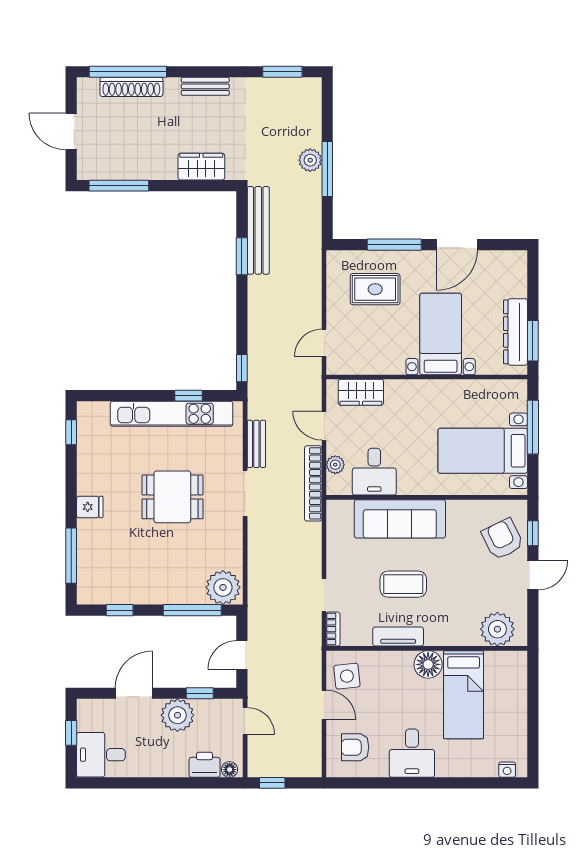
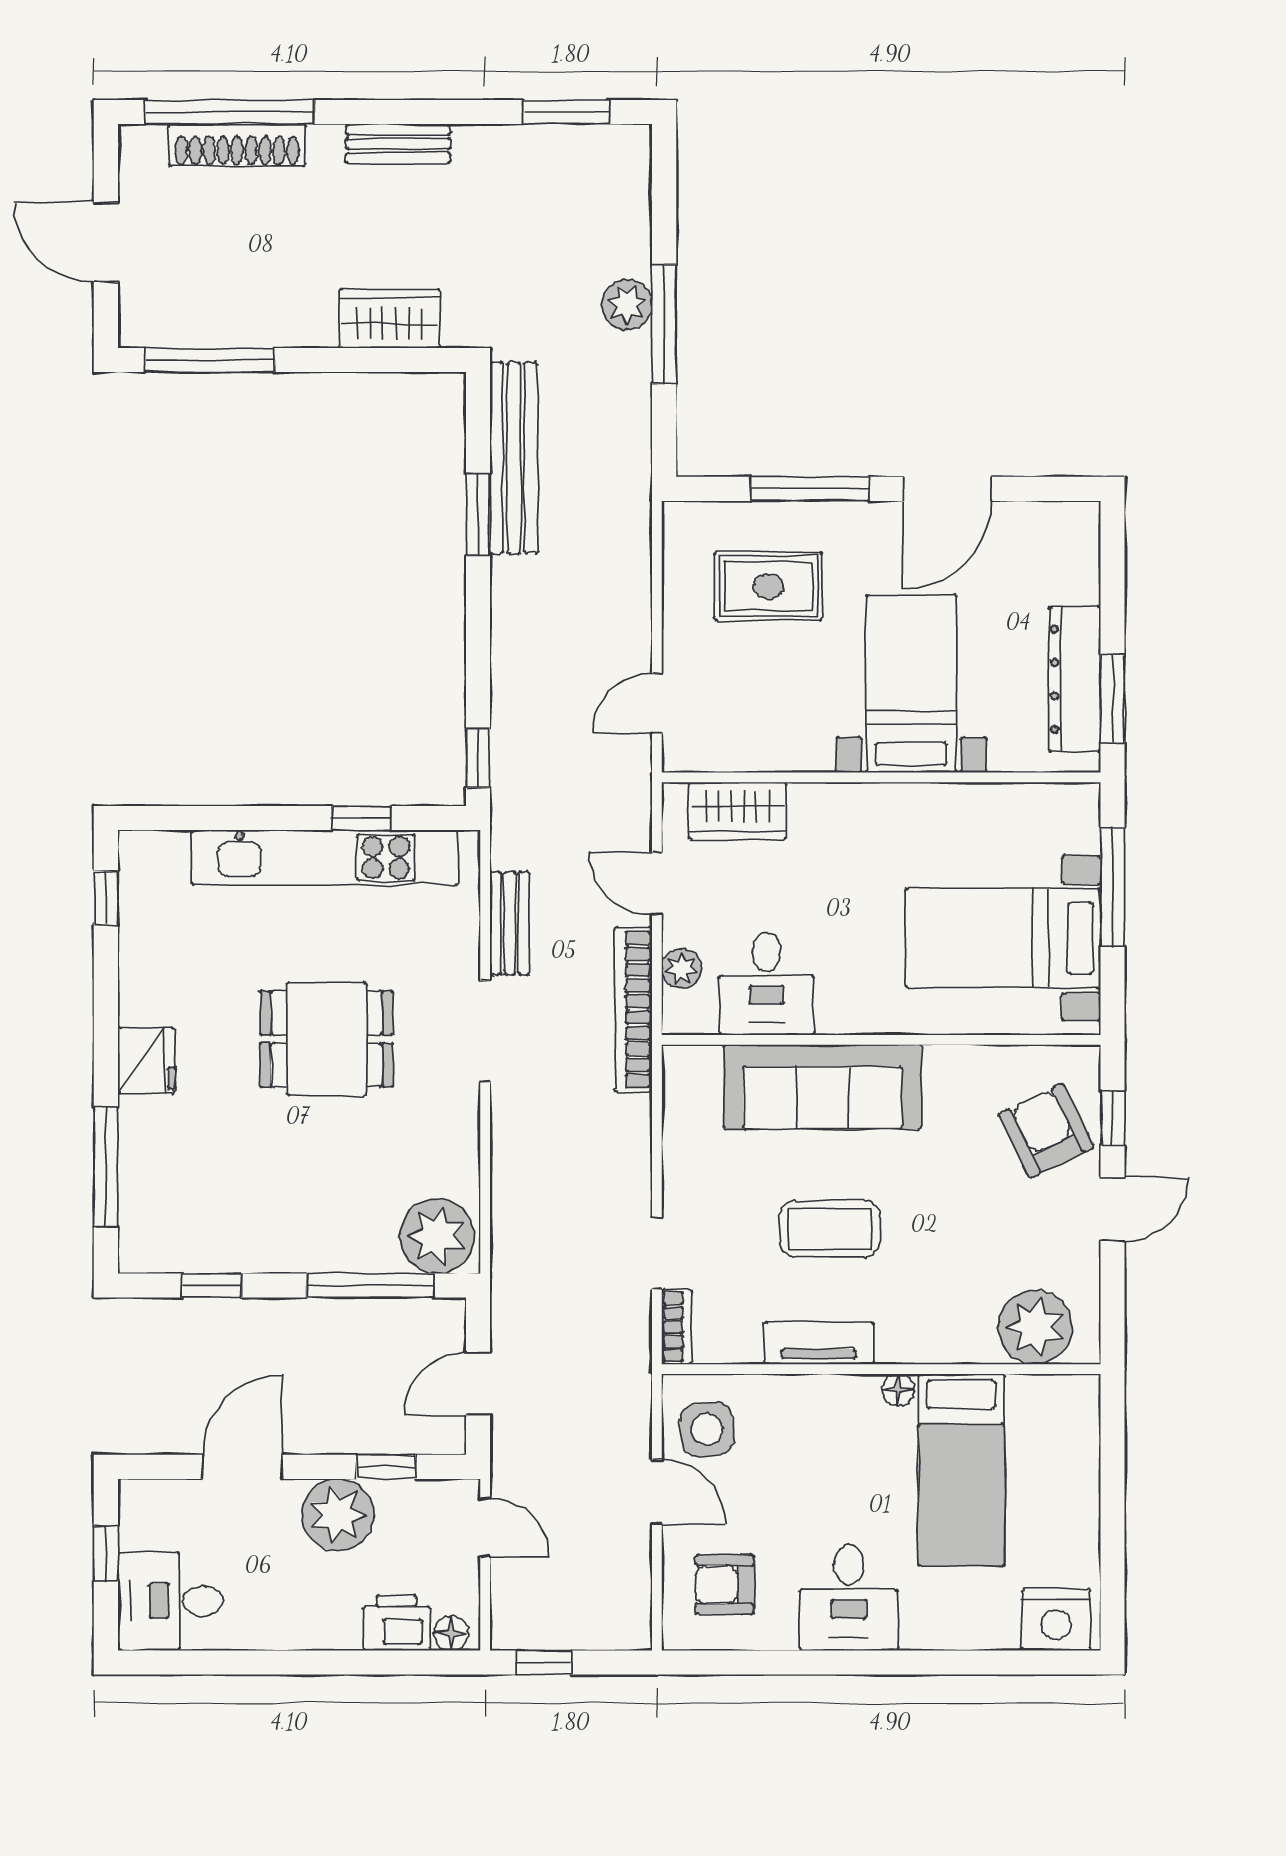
fridge: (90, 507) -> (146, 1061), width x1.38
floor lamp: (428, 664) -> (898, 1390), width x0.53, depth x0.53
nightstand: (507, 770) -> (1056, 1620), width x1.89, depth x1.79

